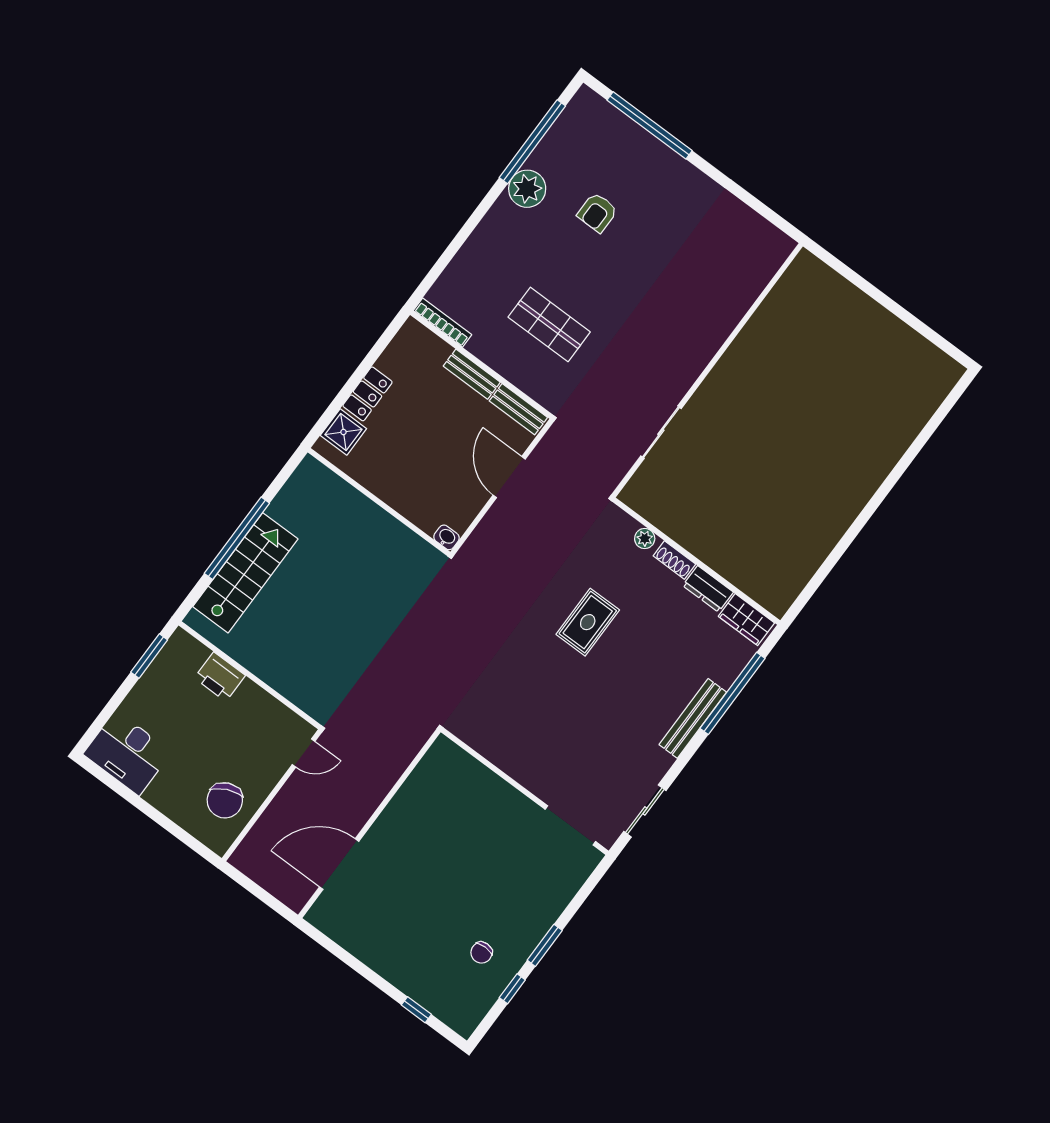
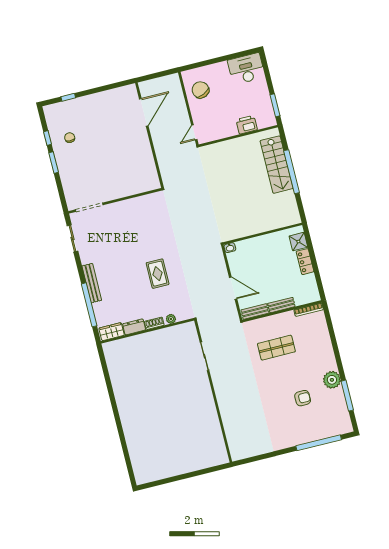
window: (532, 142) -> (347, 396), width x0.68
armchair: (597, 213) -> (303, 398), turned 90

